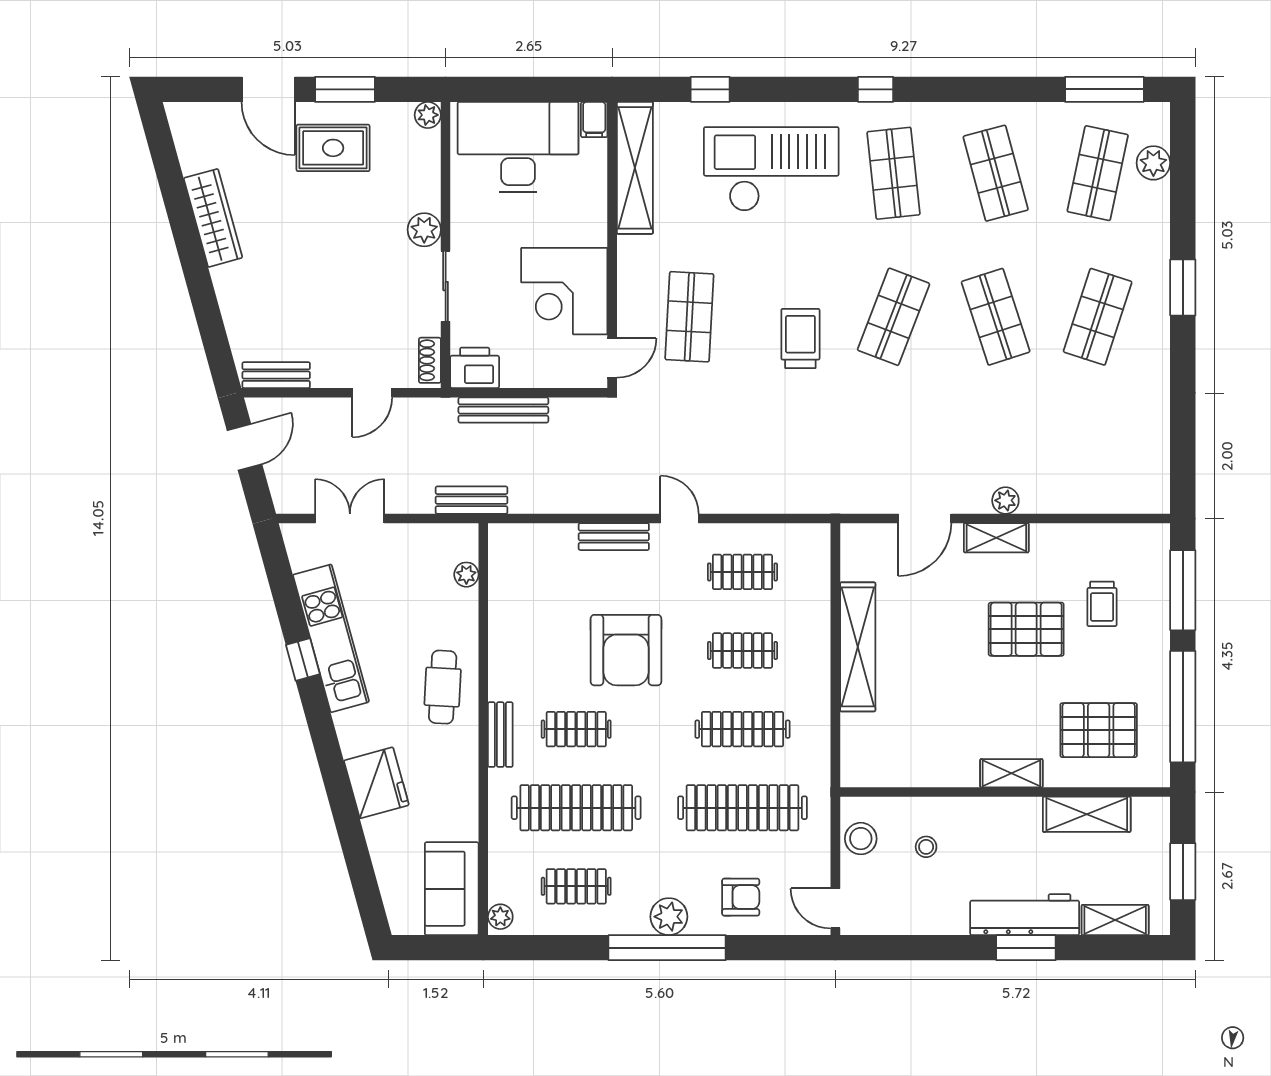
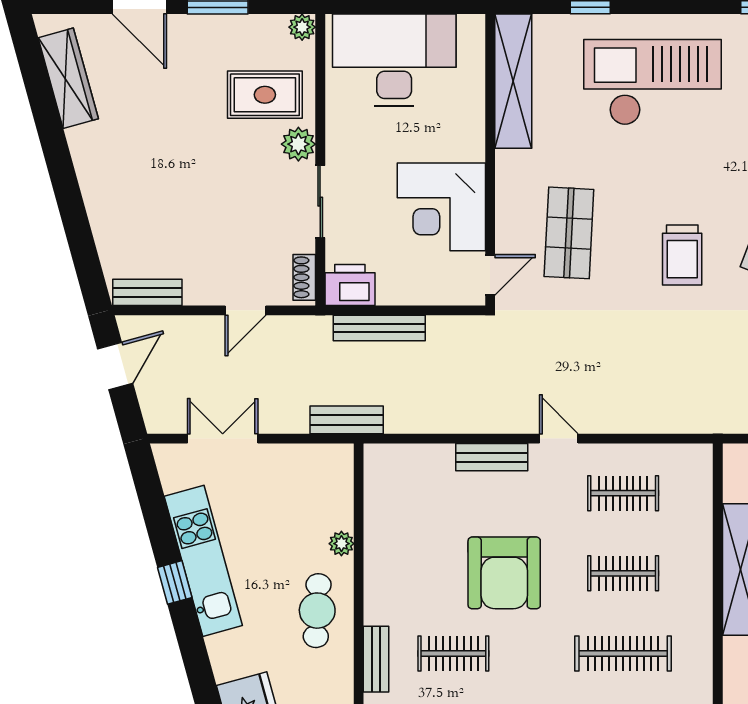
filing cabinet: (594, 120) -> (472, 32), removed
rug: (333, 148) -> (265, 95), moved
wardrobe: (213, 218) -> (68, 78), moved
trolley: (800, 338) -> (682, 255), turned 180
plant: (466, 575) -> (341, 544), moved

